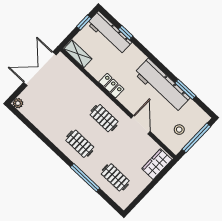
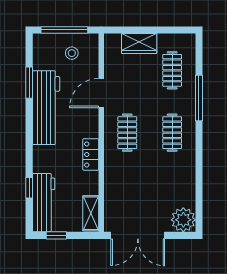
plant: (18, 103) -> (183, 220), width x1.88, depth x1.88
wardrobe: (157, 164) -> (139, 43), moved

